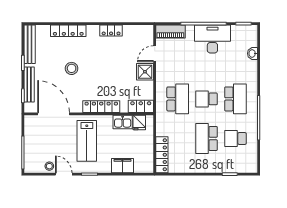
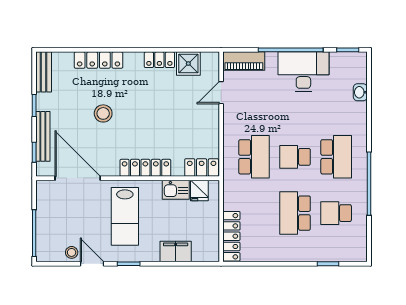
bench: (30, 44) -> (44, 72), width x0.73
shower: (145, 72) -> (188, 64), moved

